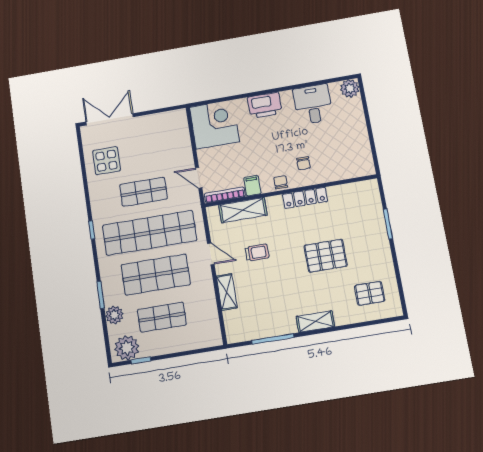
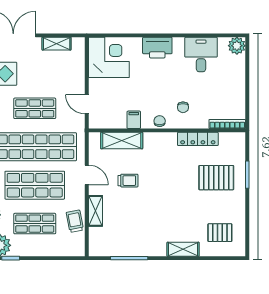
shelving: (157, 120) -> (57, 44), added
bookcase: (225, 195) -> (227, 124), moved
locker: (305, 198) -> (198, 139), moved
pallet: (326, 256) -> (216, 178), moved
trolley: (206, 307) -> (75, 221), added
shelving: (315, 322) -> (183, 249), moved

